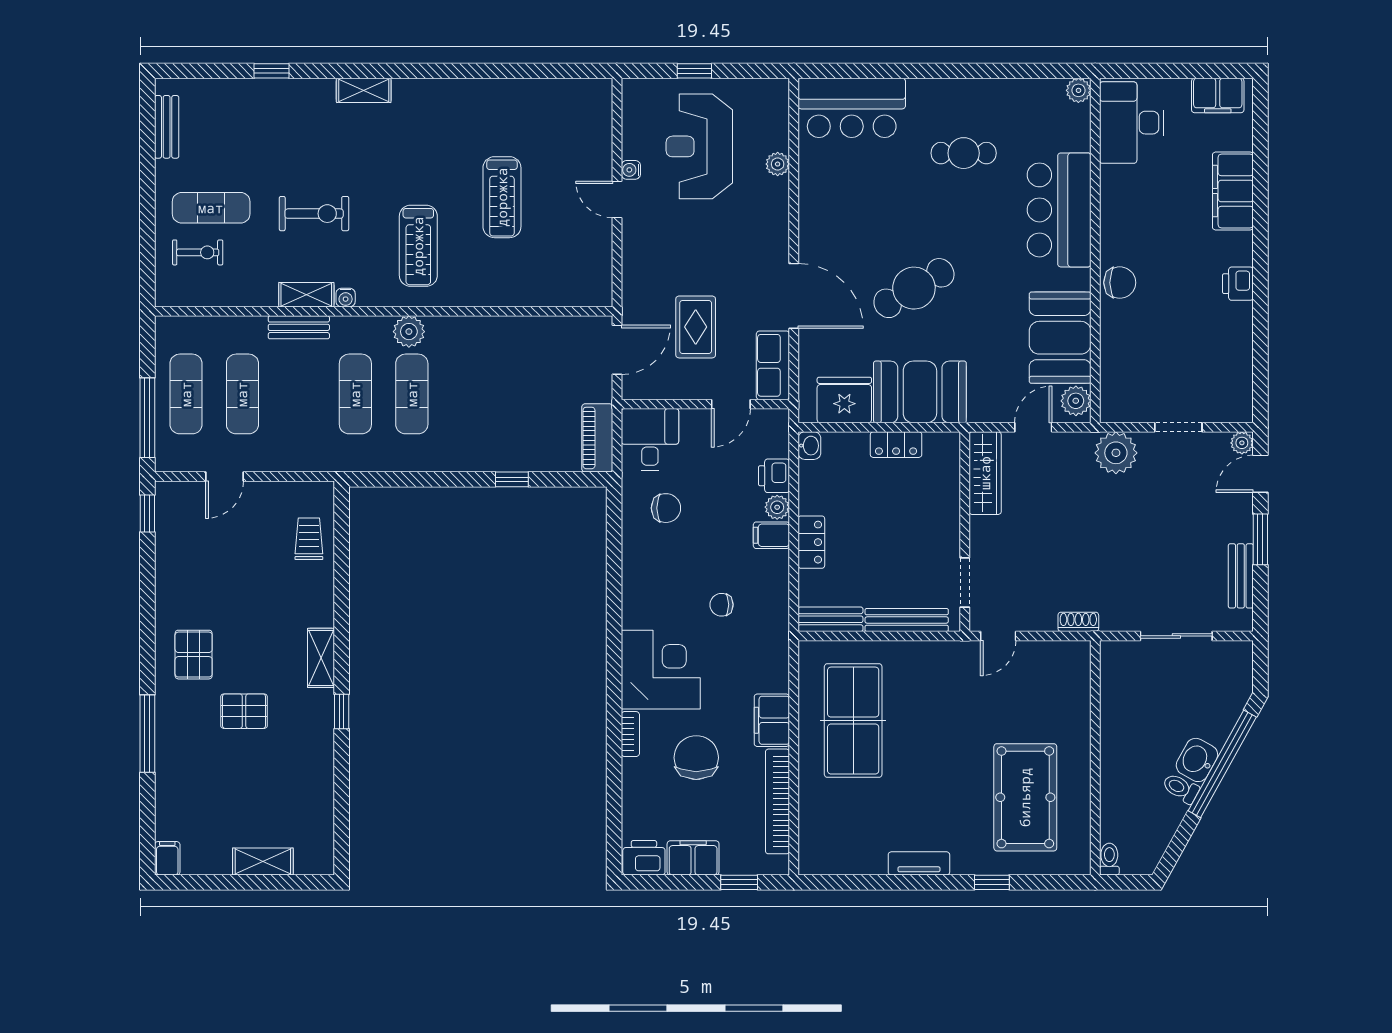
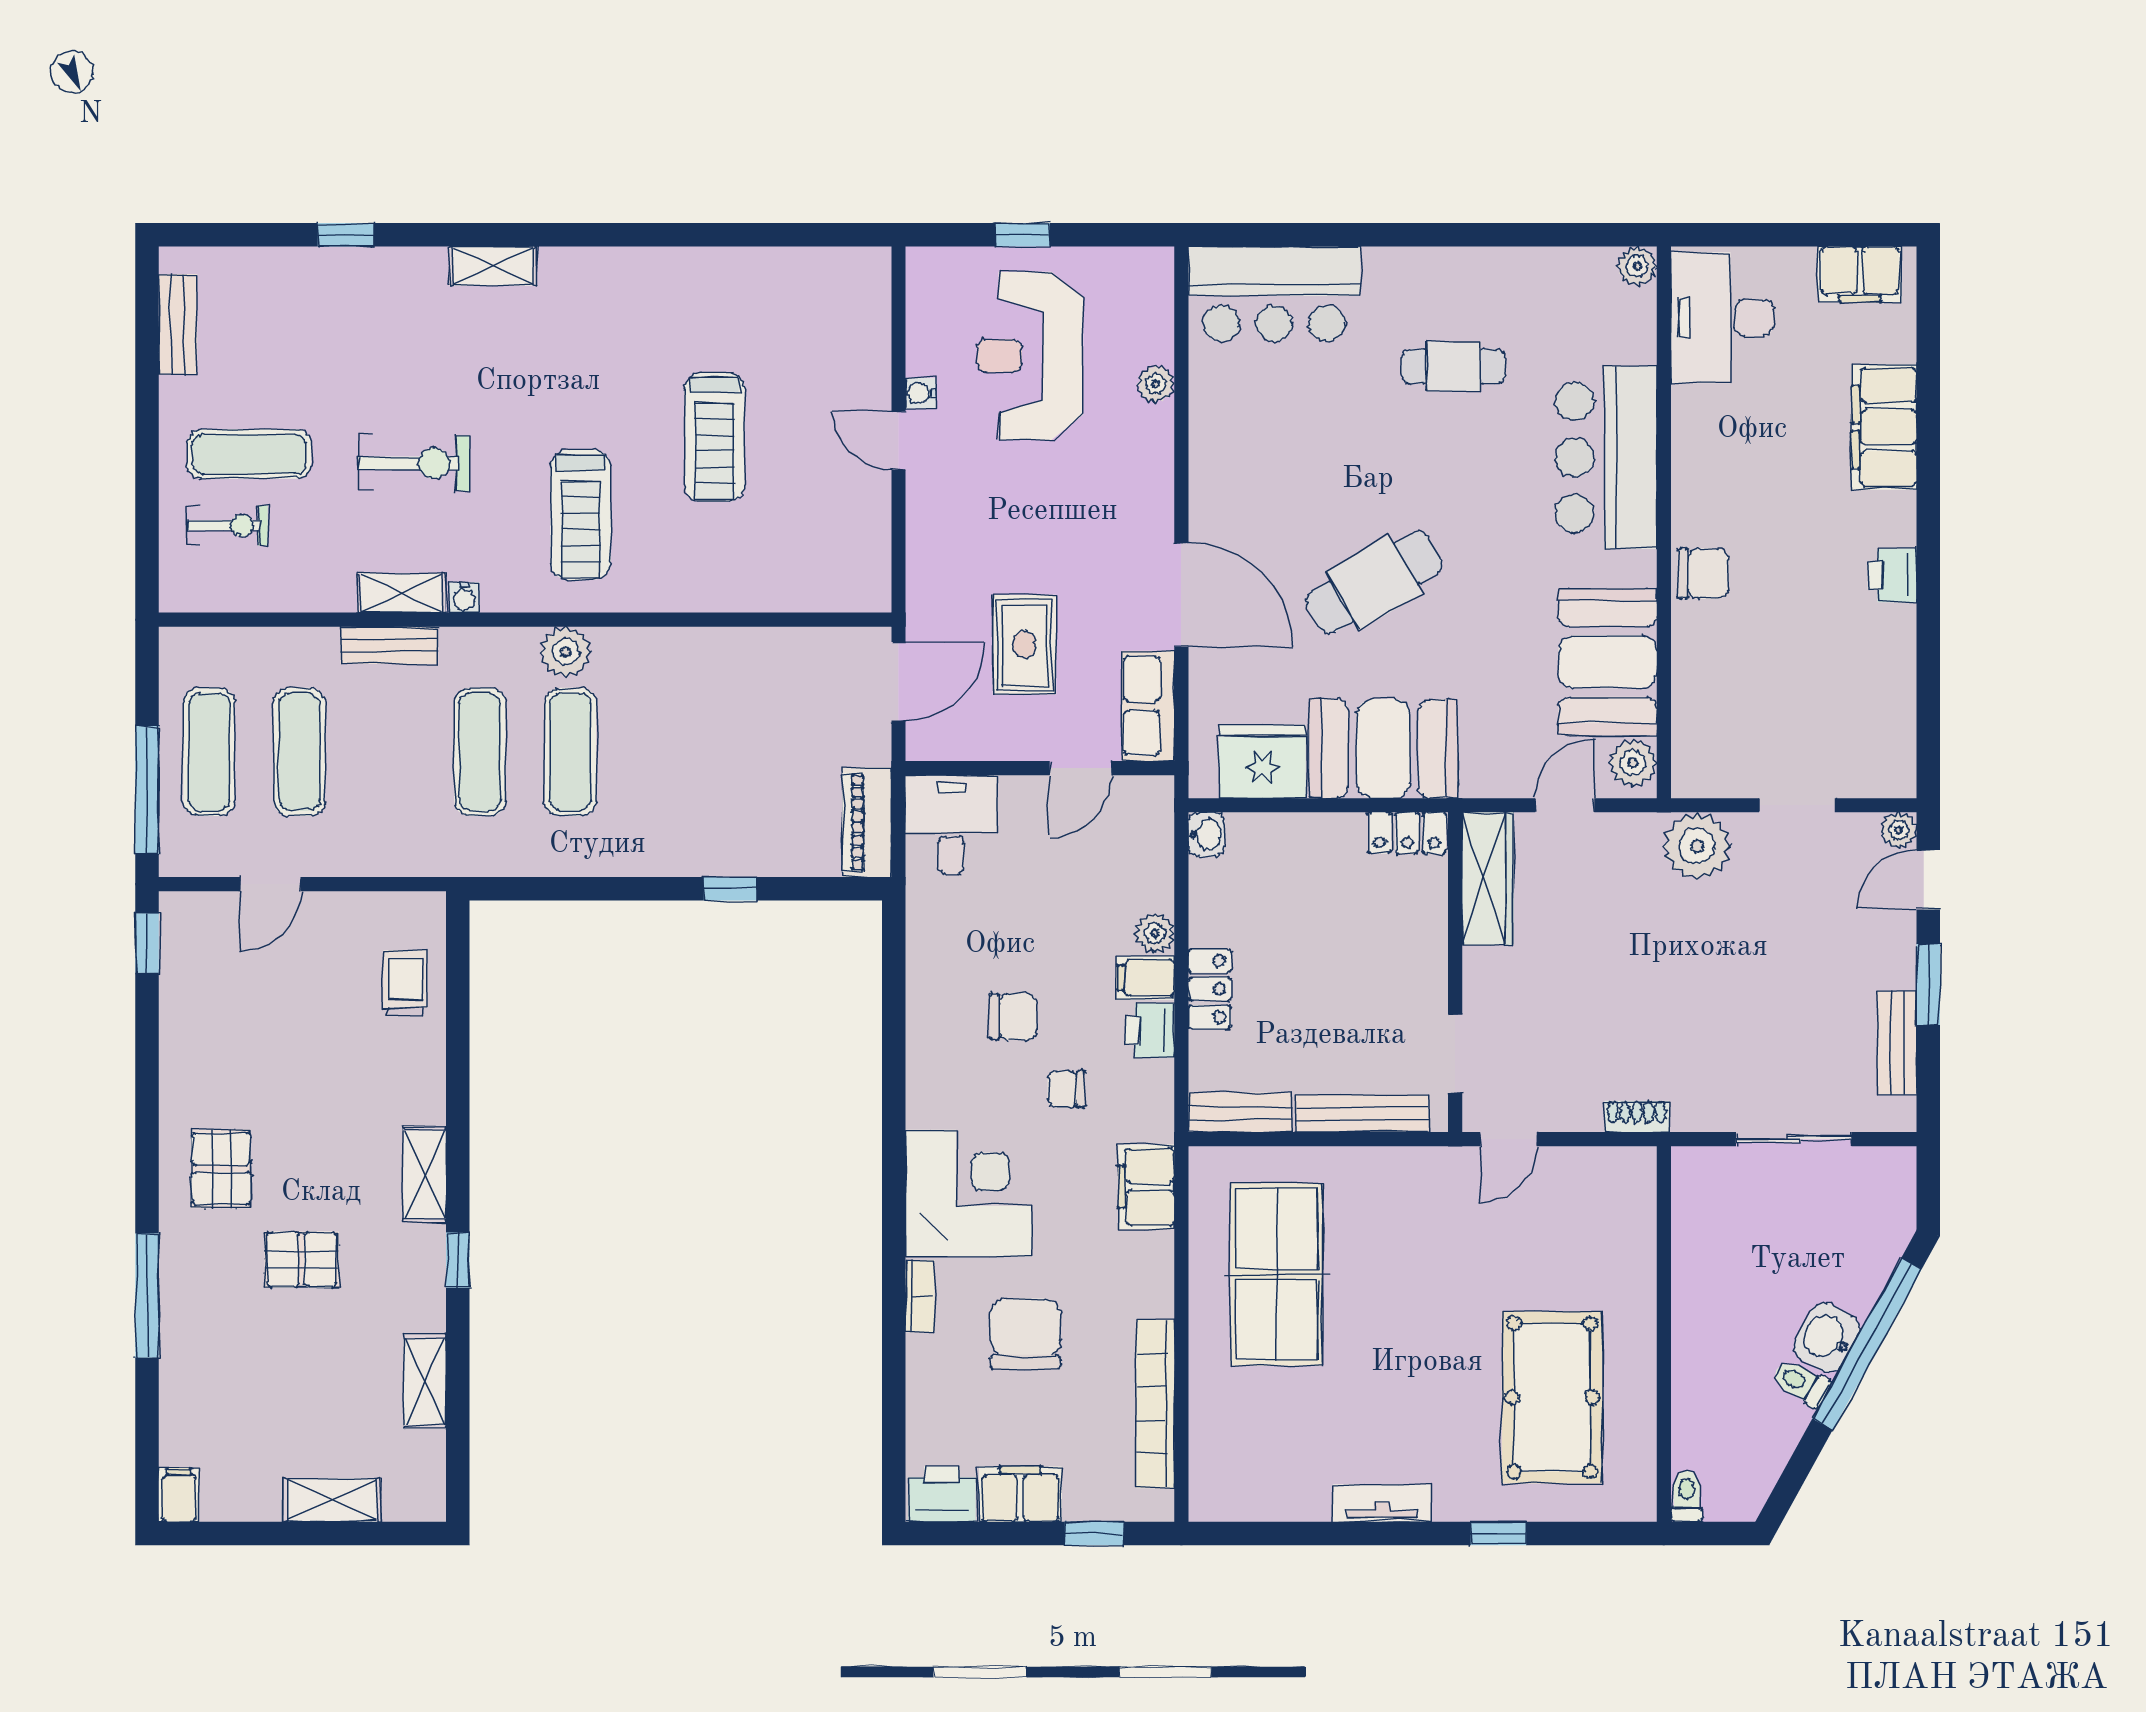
locker: (896, 445) -> (1407, 833), moved
printer: (774, 476) -> (1150, 1030), moved
chair: (666, 508) -> (1013, 1017), moved
filing cabinet: (772, 720) -> (1146, 1187), moved
shelving: (321, 787) -> (425, 1382), added

